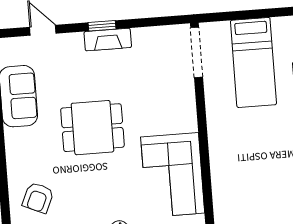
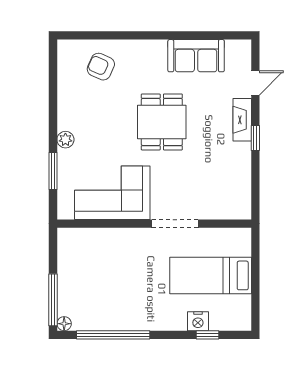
fireplace: (108, 40) -> (242, 120), moved
doorway: (197, 52) -> (175, 224), moved

